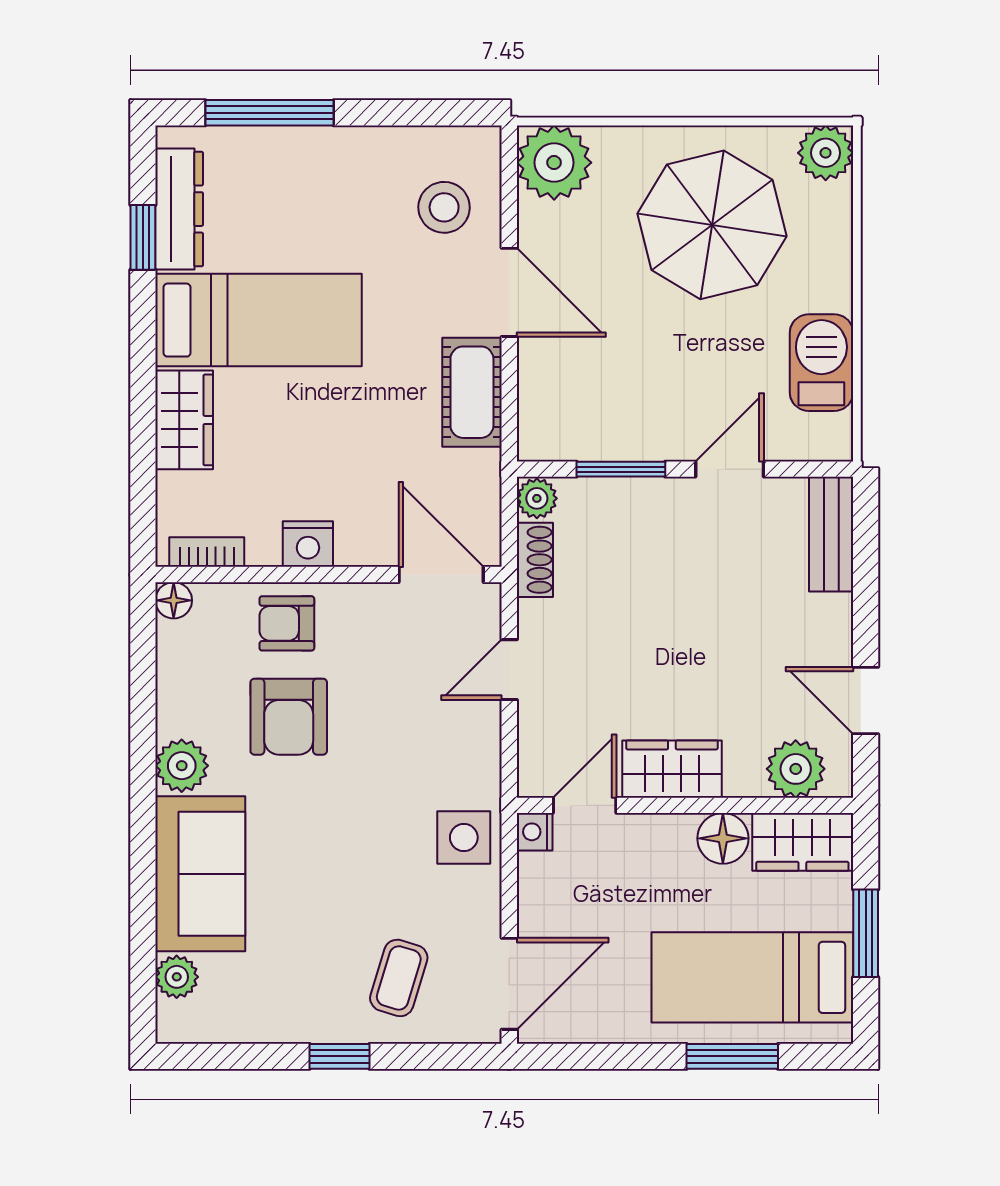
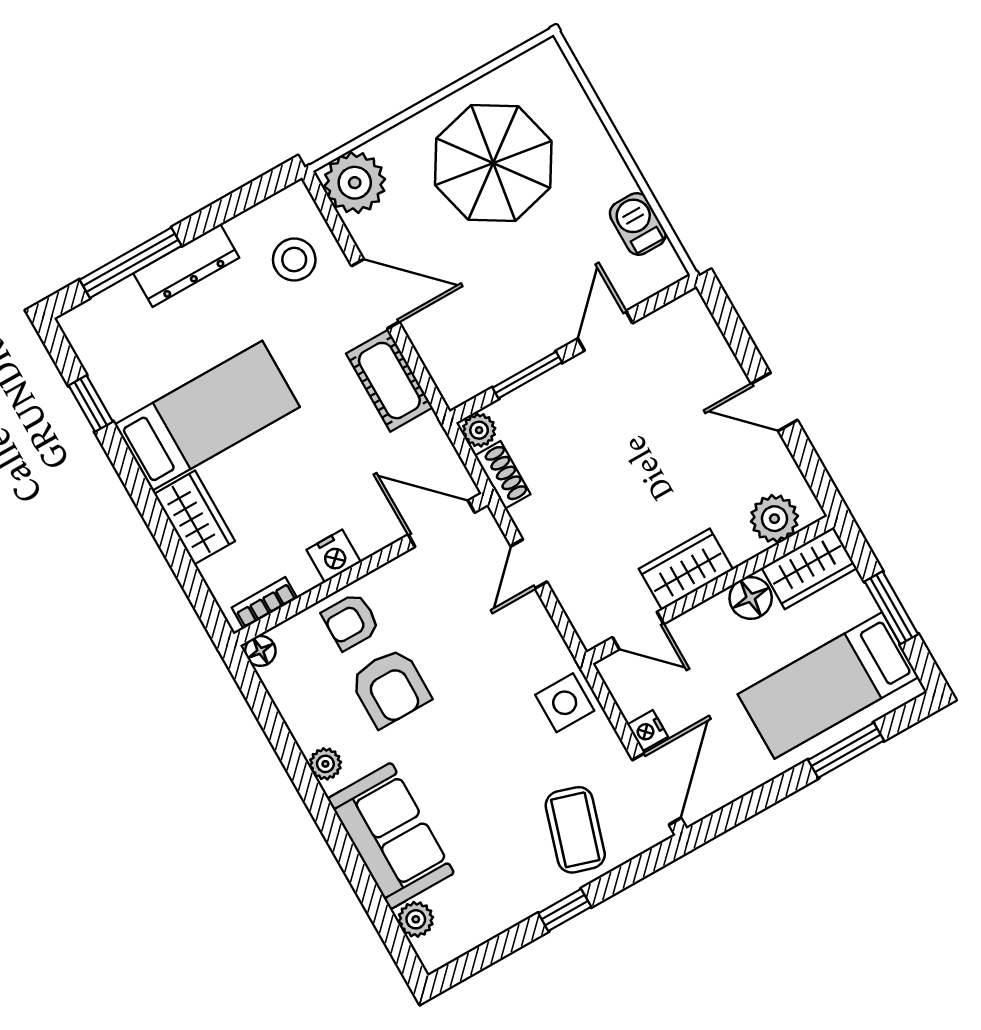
plant: (826, 153) -> (545, 65), removed
dresser: (179, 209) -> (186, 265), moved, turned 90
barbecue: (821, 363) -> (638, 224), width x0.73, depth x0.79
bench: (831, 534) -> (704, 336), removed
door: (866, 701) -> (774, 402), moved
plant: (182, 766) -> (325, 764), width x0.73, depth x0.73
door: (585, 805) -> (638, 631), swing flipped
nightstand: (535, 832) -> (648, 731), moved
coffee table: (399, 978) -> (575, 830), width x1.36, depth x1.30

